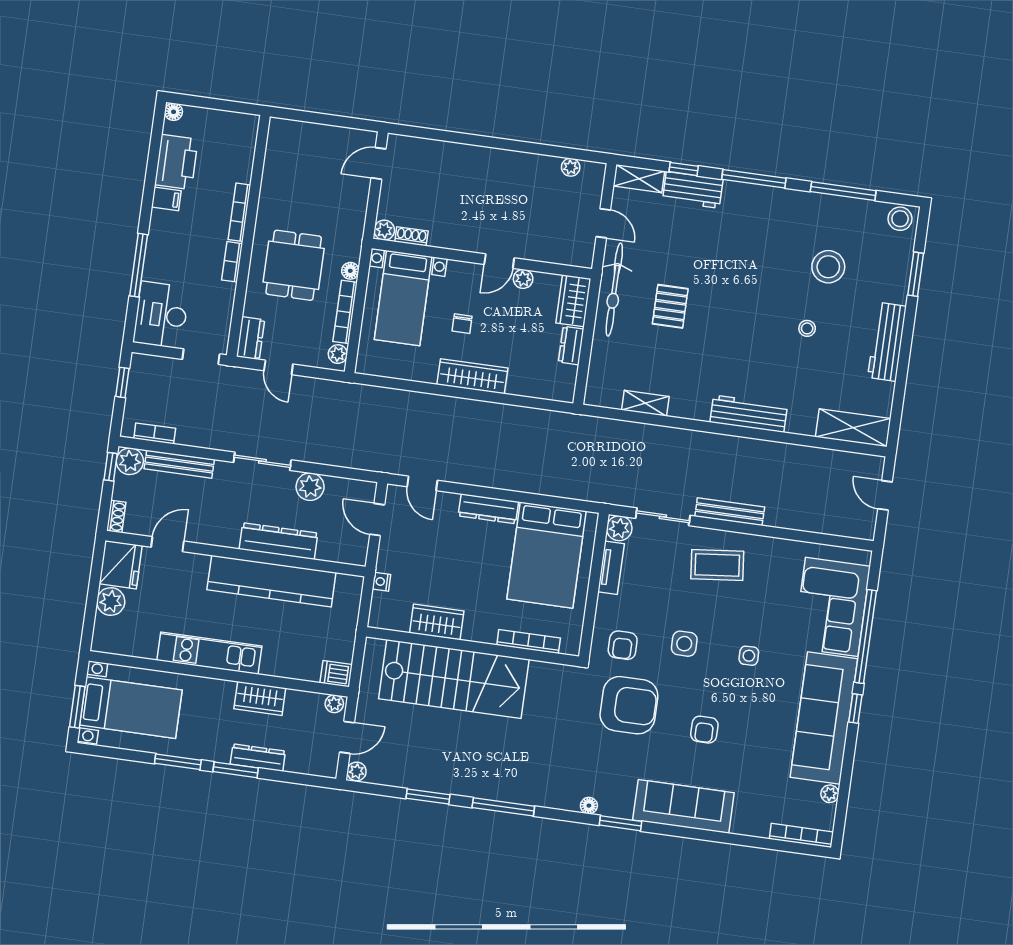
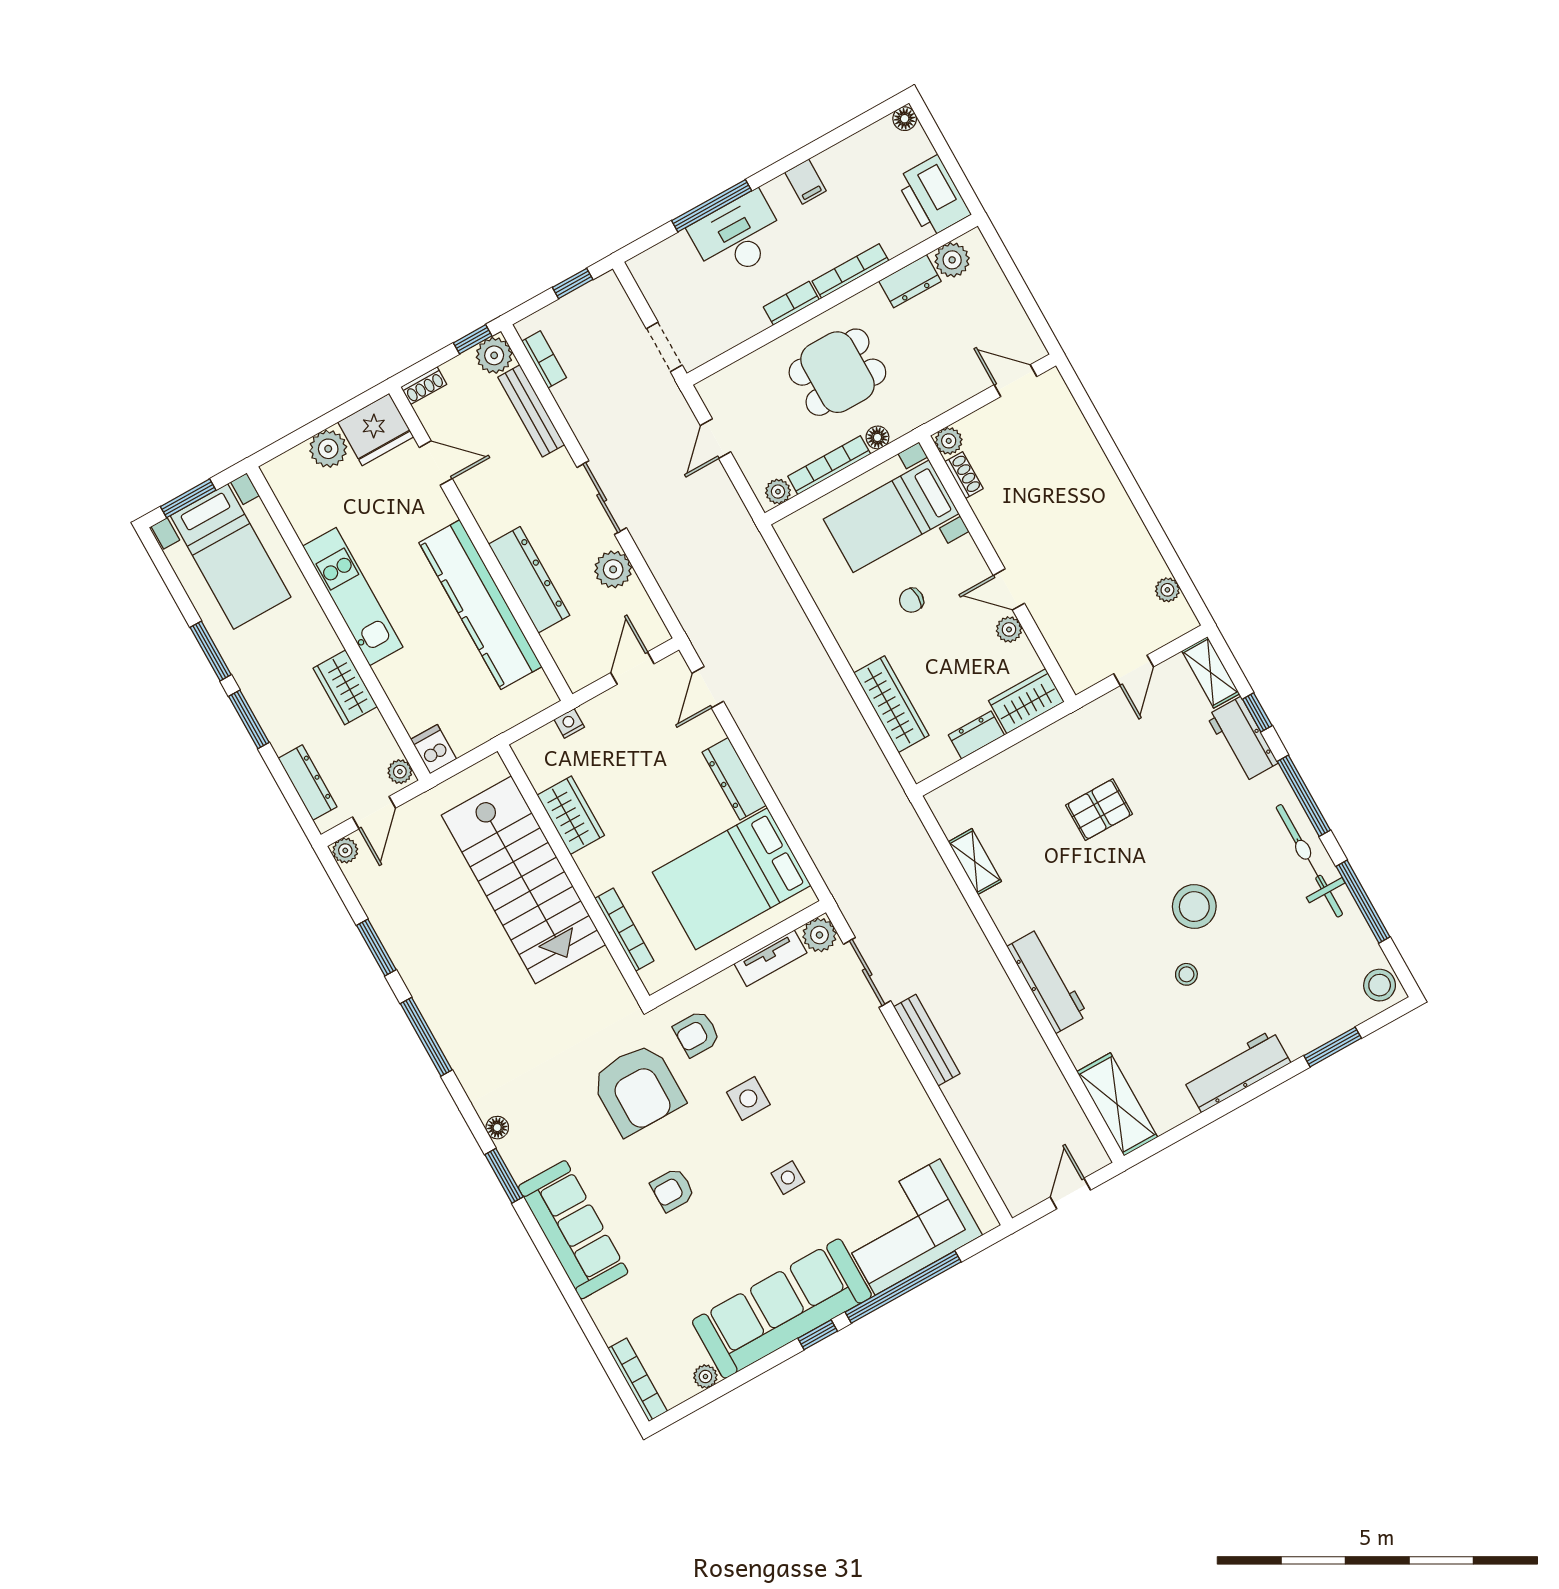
plant: (279, 147) -> (952, 260), added
printer: (176, 162) -> (933, 196), moved, turned 90
stool: (828, 267) -> (1194, 907), moved
bicycle: (614, 290) -> (1309, 861), moved, turned 90
desk: (161, 315) -> (738, 236), moved
dresser: (251, 338) -> (910, 281), moved
wardrobe: (472, 376) -> (891, 704), moved
coffee table: (717, 565) -> (860, 1070), removed
door: (347, 737) -> (374, 813), hinge flipped
dresser: (258, 758) -> (308, 783), moved

